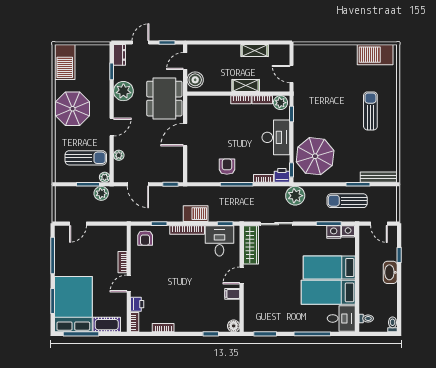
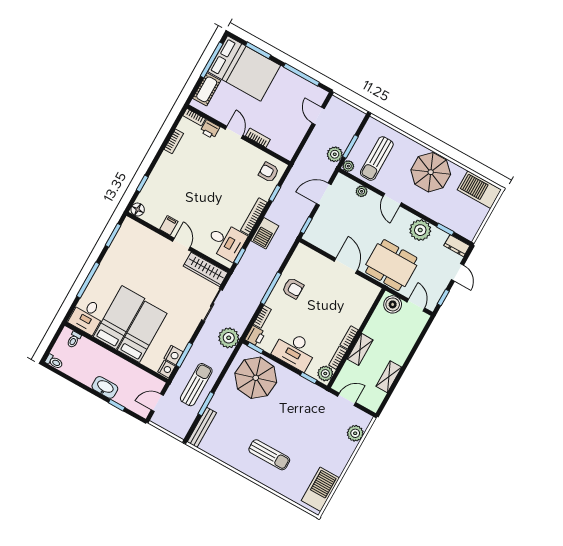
plant: (315, 52) -> (355, 433), added

